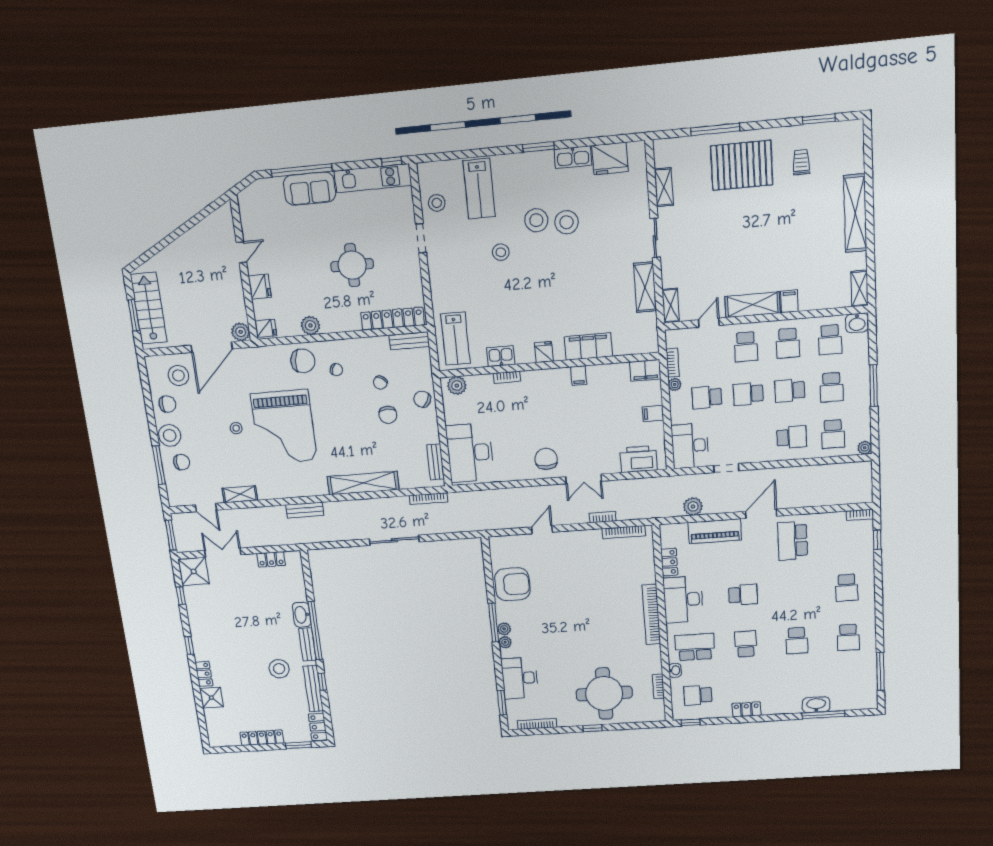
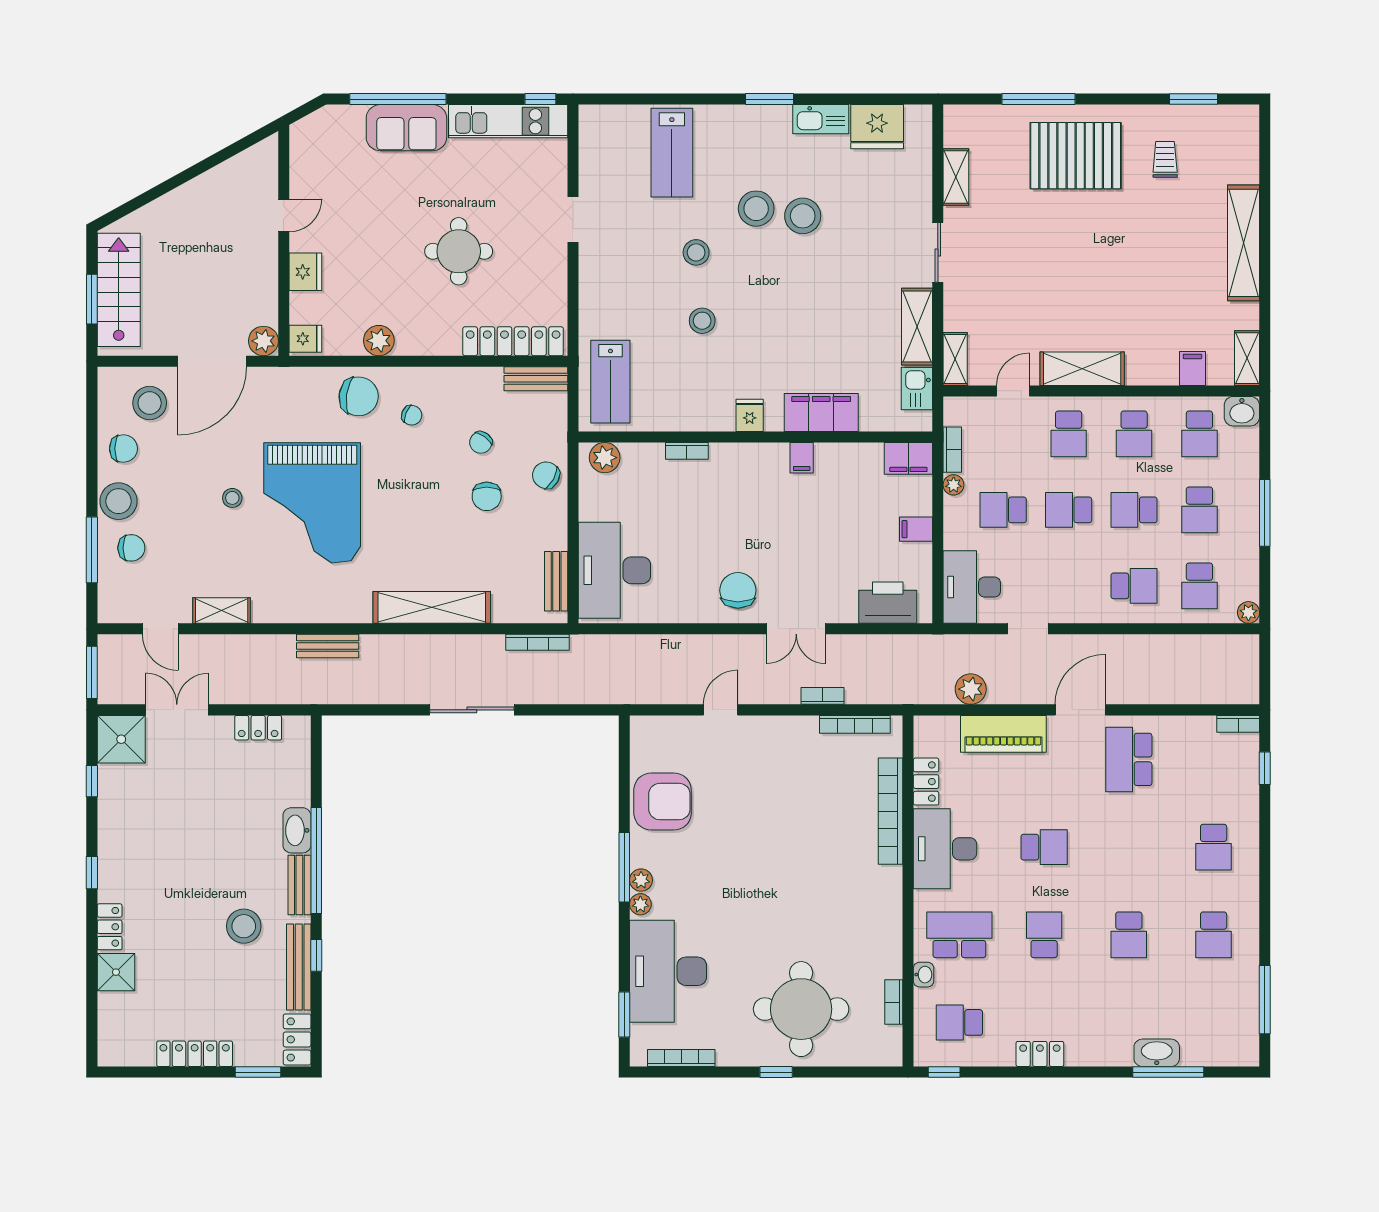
stool: (437, 203) -> (702, 321), moved
filing cabinet: (789, 301) -> (1192, 368), moved
kitchen sink: (501, 356) -> (917, 389), moved, turned -90
bookcase: (651, 614) -> (891, 811), moved
desk: (520, 678) -> (668, 971), width x1.36, depth x1.30

